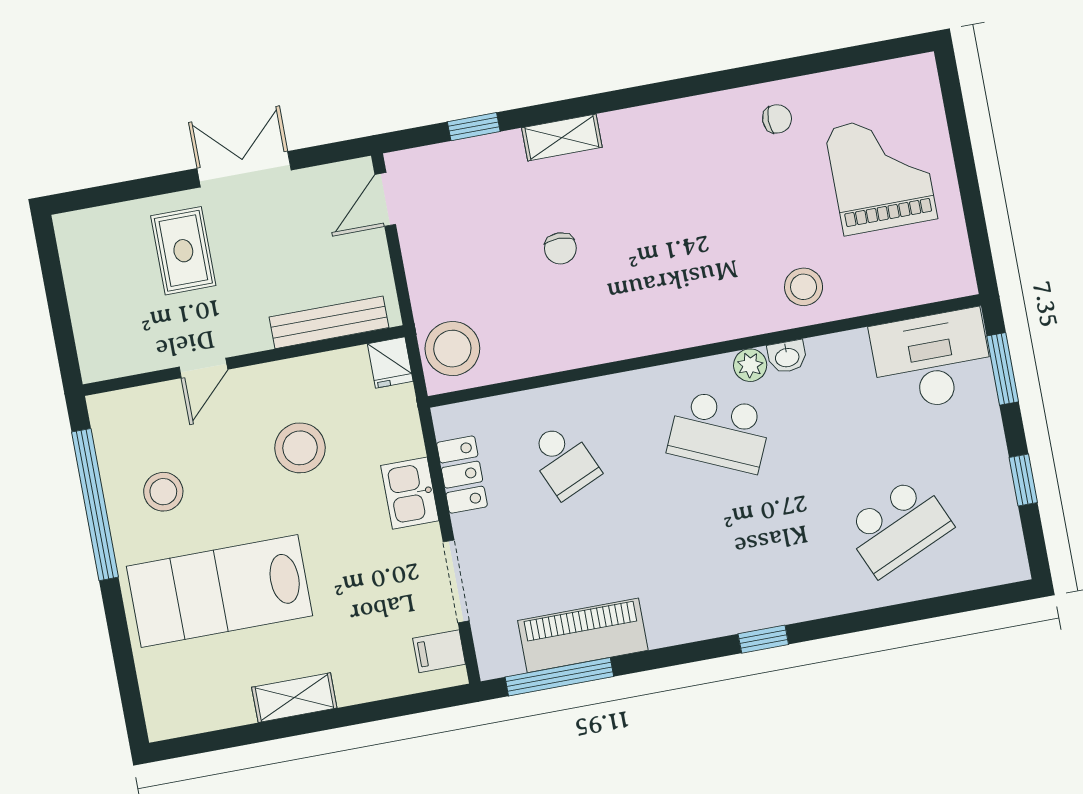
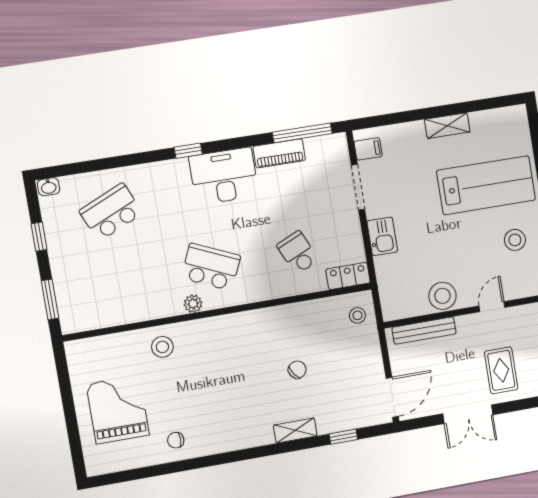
grand piano: (881, 173) -> (118, 410), turned 180
door: (385, 199) -> (392, 397), width x1.38
chair: (560, 248) -> (297, 370), turned 53
stool: (452, 349) -> (357, 315), width x0.53, depth x0.53
washbasin: (787, 357) -> (49, 187), moved, turned 180
desk: (932, 360) -> (224, 176), moved, turned 180
fridge: (390, 363) -> (391, 308), removed
stool: (300, 448) -> (442, 296), moved
locker: (462, 475) -> (348, 276), moved, turned 90
piano: (583, 635) -> (279, 153), width x0.73, depth x0.75

